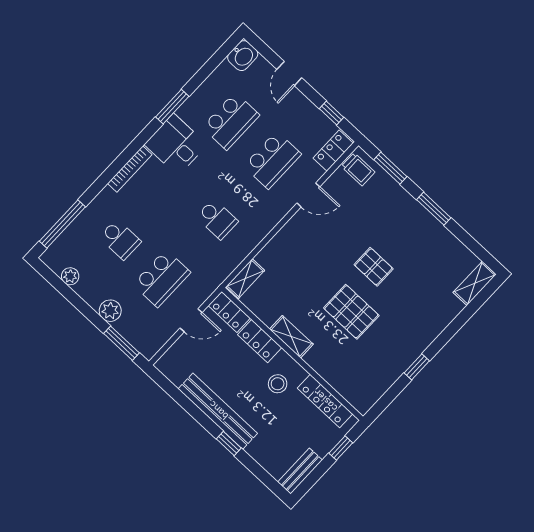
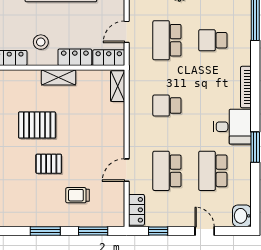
trolley: (358, 169) -> (78, 195), moved

